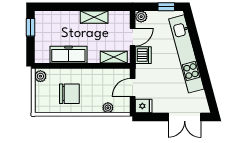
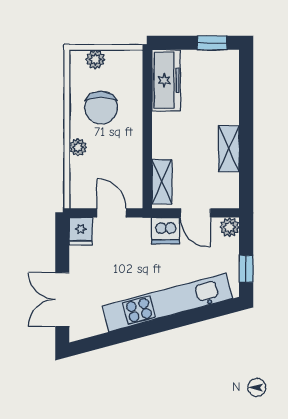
freezer: (68, 55) -> (166, 80), moved
plant: (40, 76) -> (95, 59), moved
plant: (108, 108) -> (78, 147), moved

